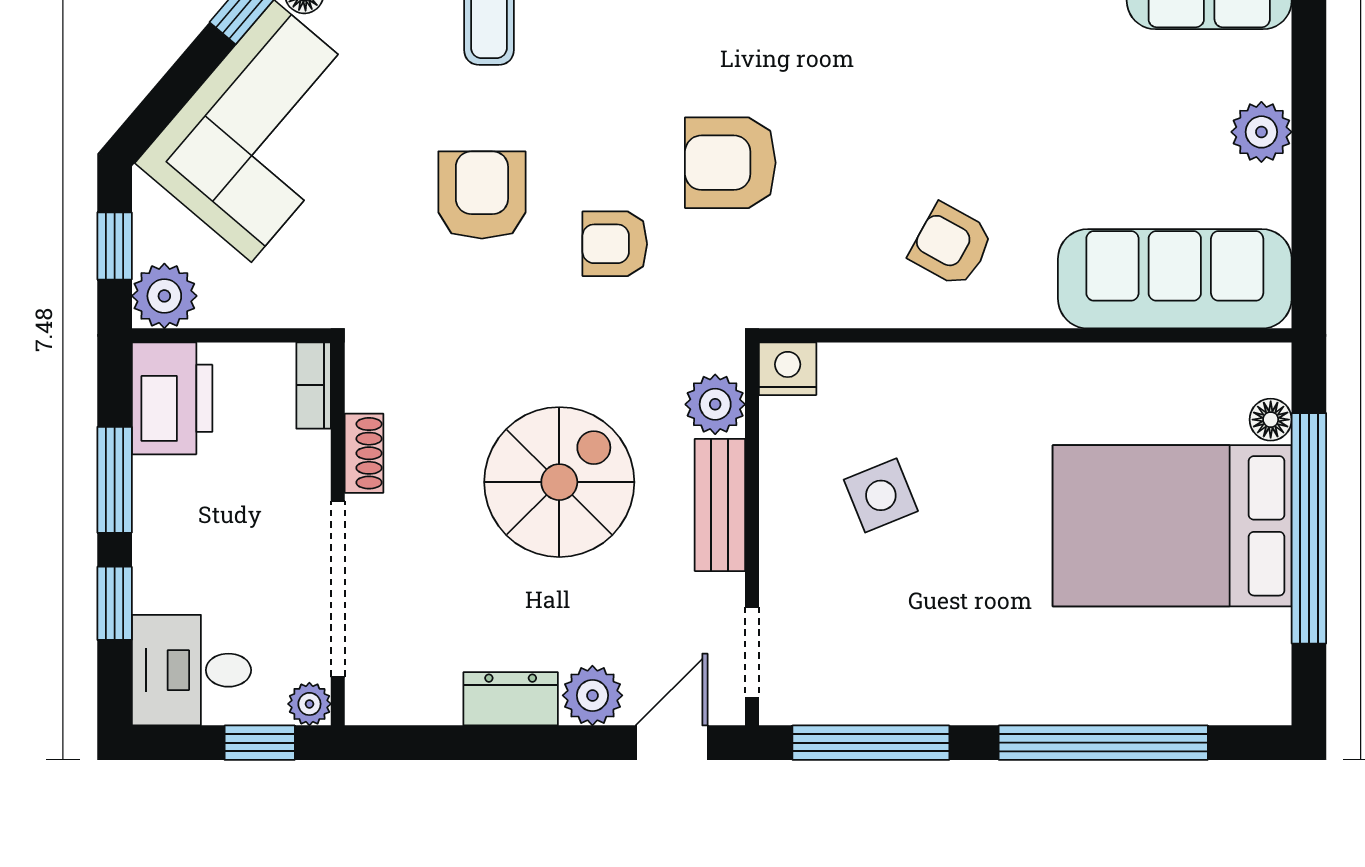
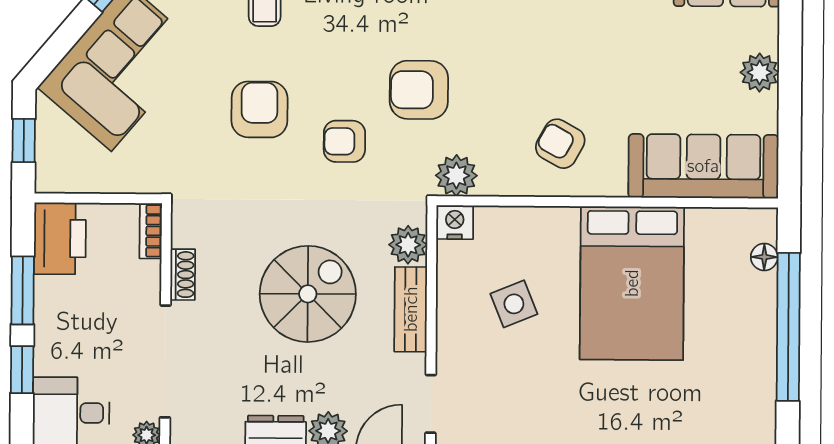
plant: (164, 296) -> (456, 176), moved
bed: (1172, 526) -> (632, 283), moved, turned -90

